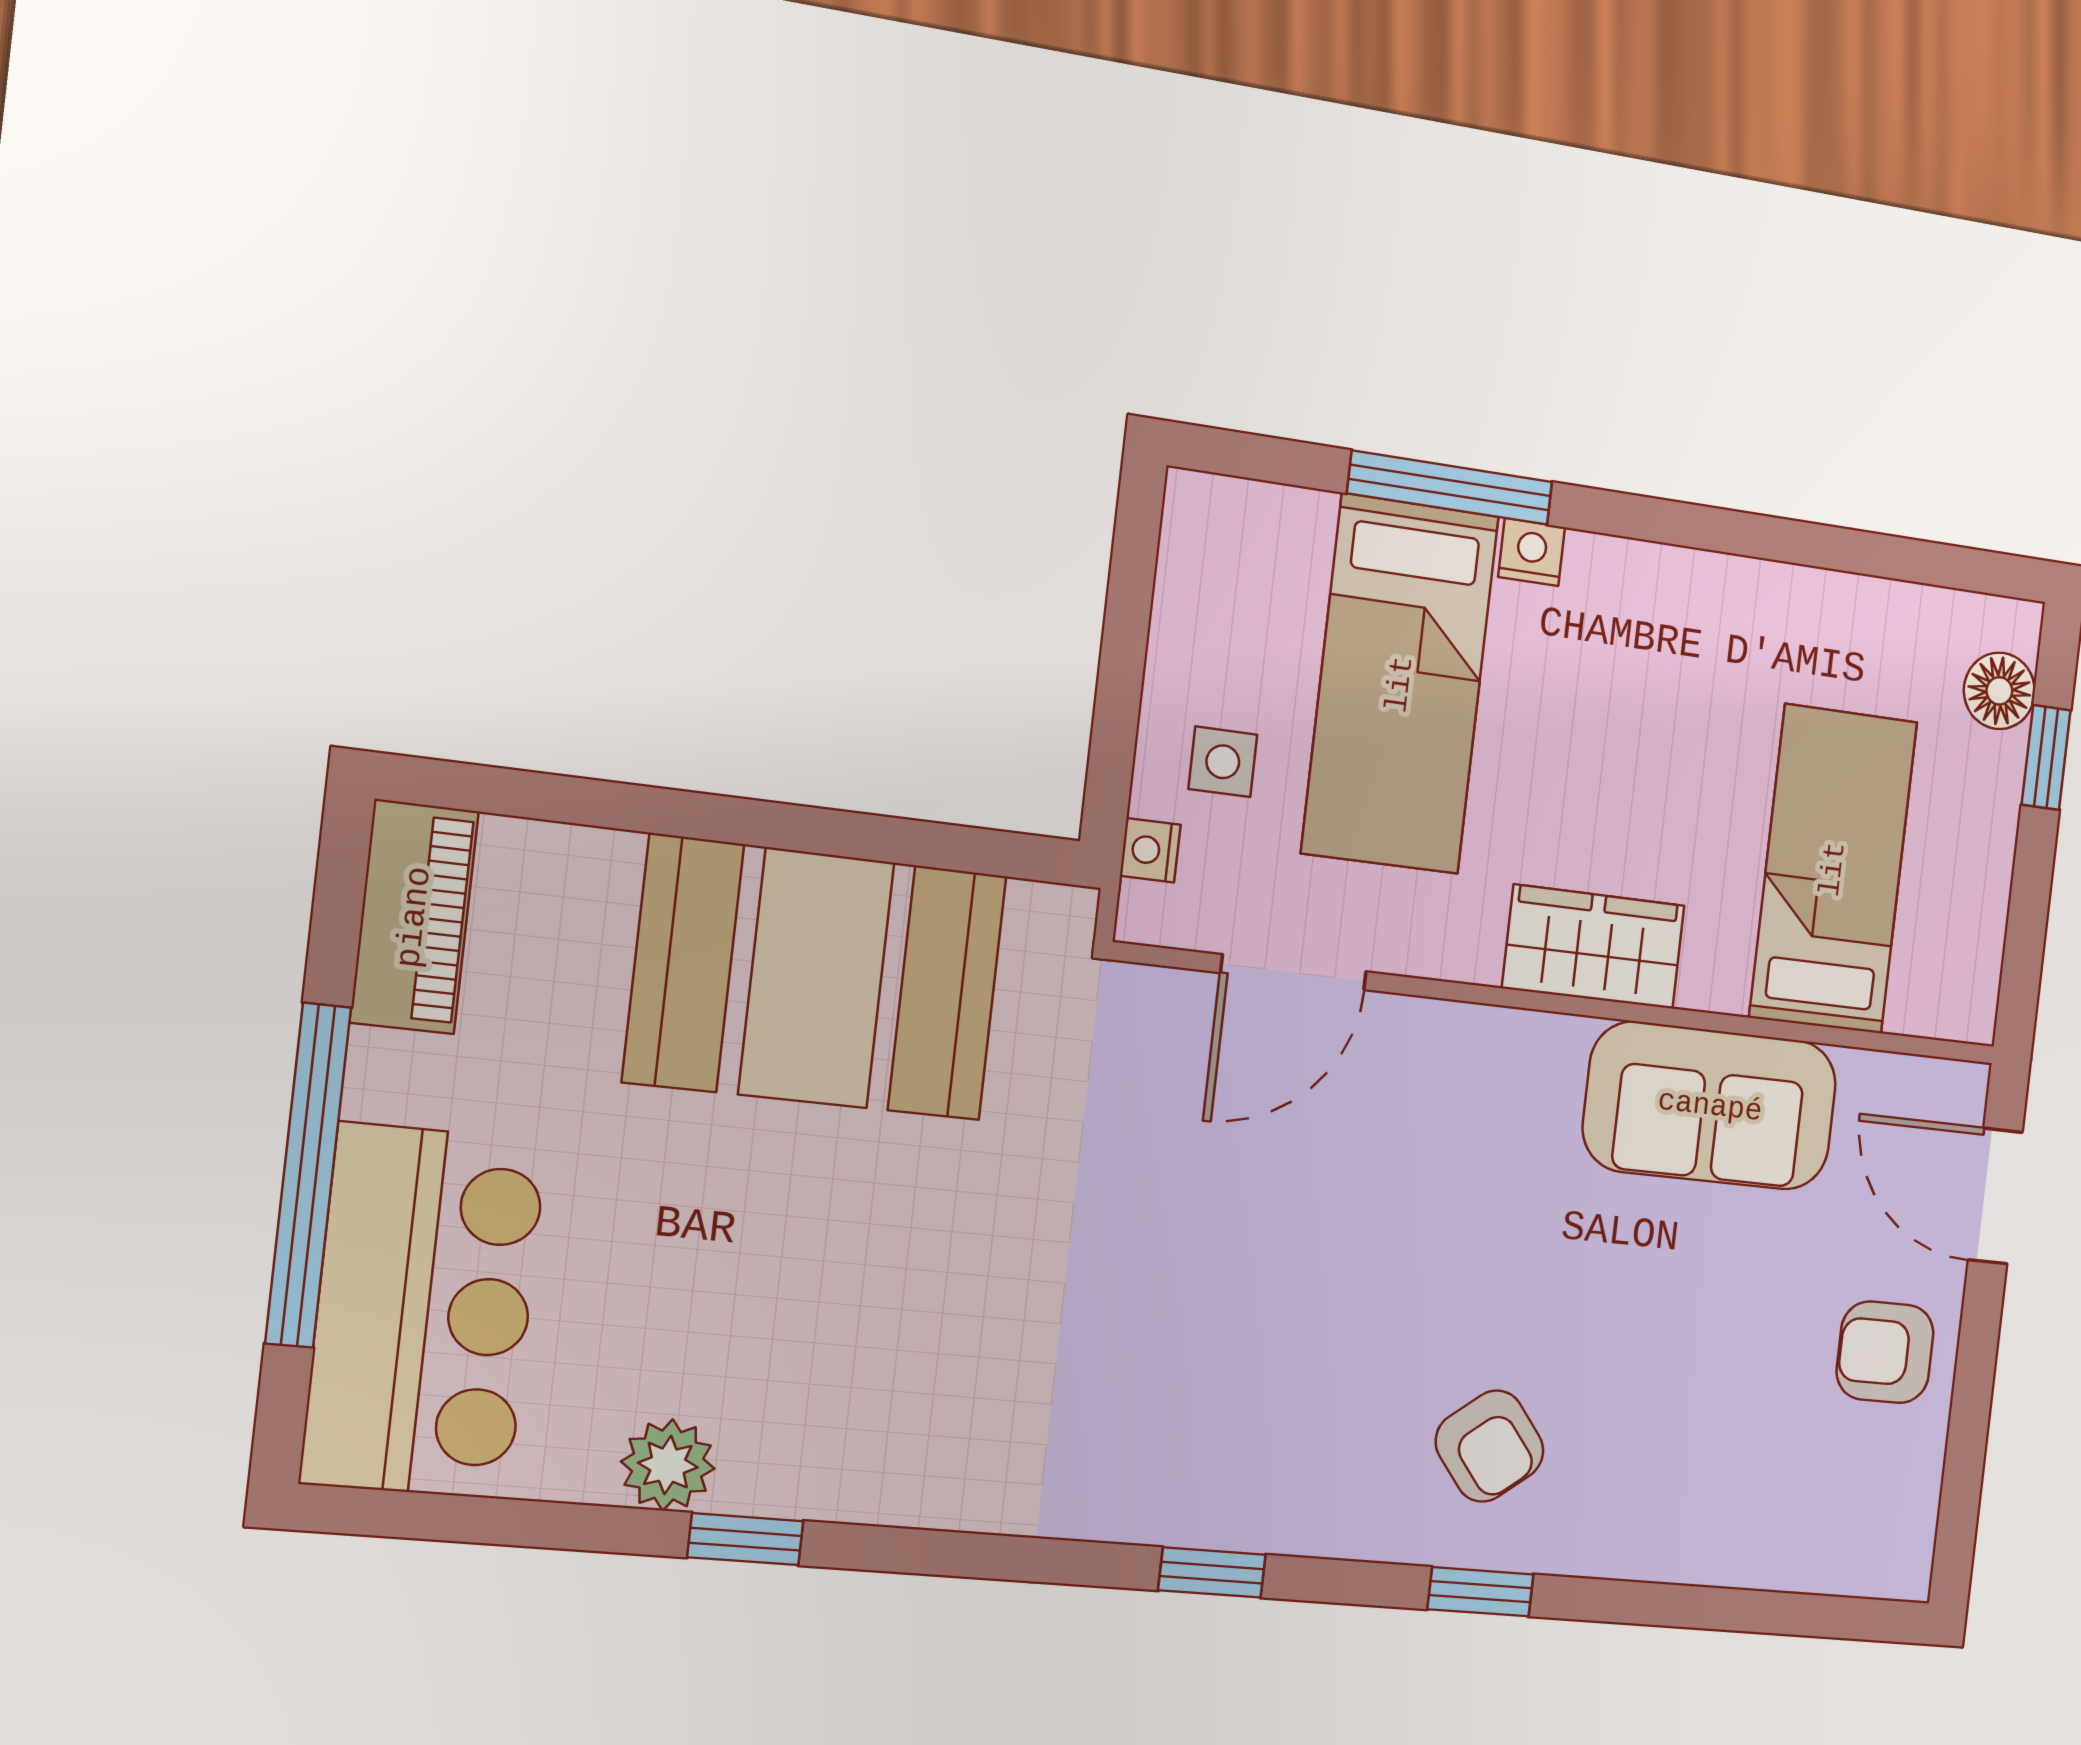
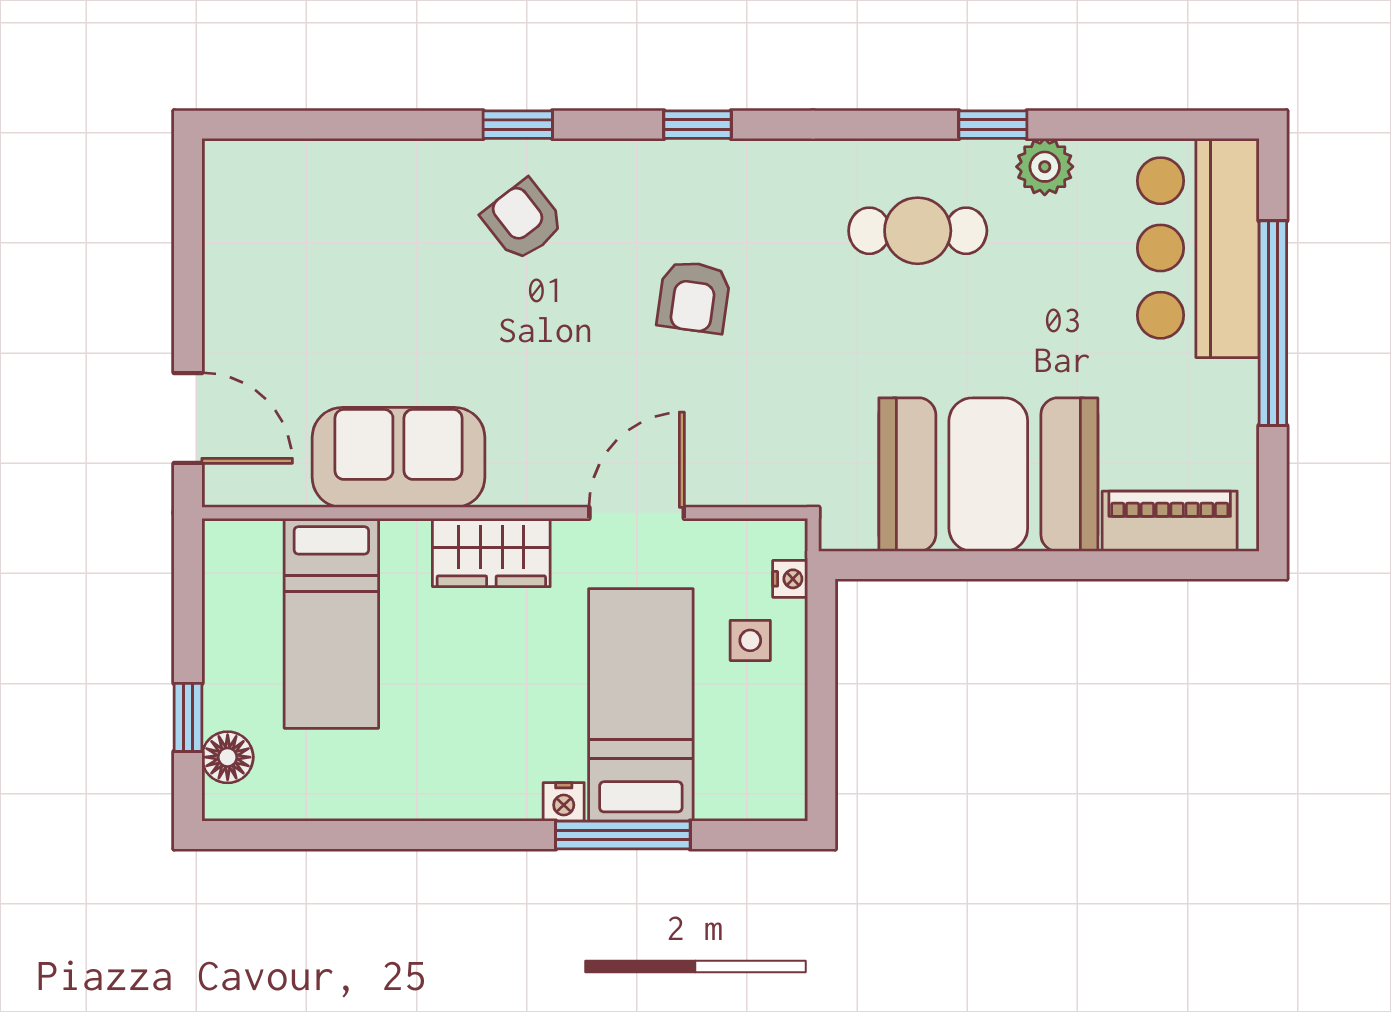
piano: (414, 917) -> (1170, 521), moved, turned 90
door: (1294, 972) -> (637, 513), moved
armchair: (1885, 1352) -> (694, 297), moved, turned 98
cafe table: (886, 1379) -> (918, 231), added

